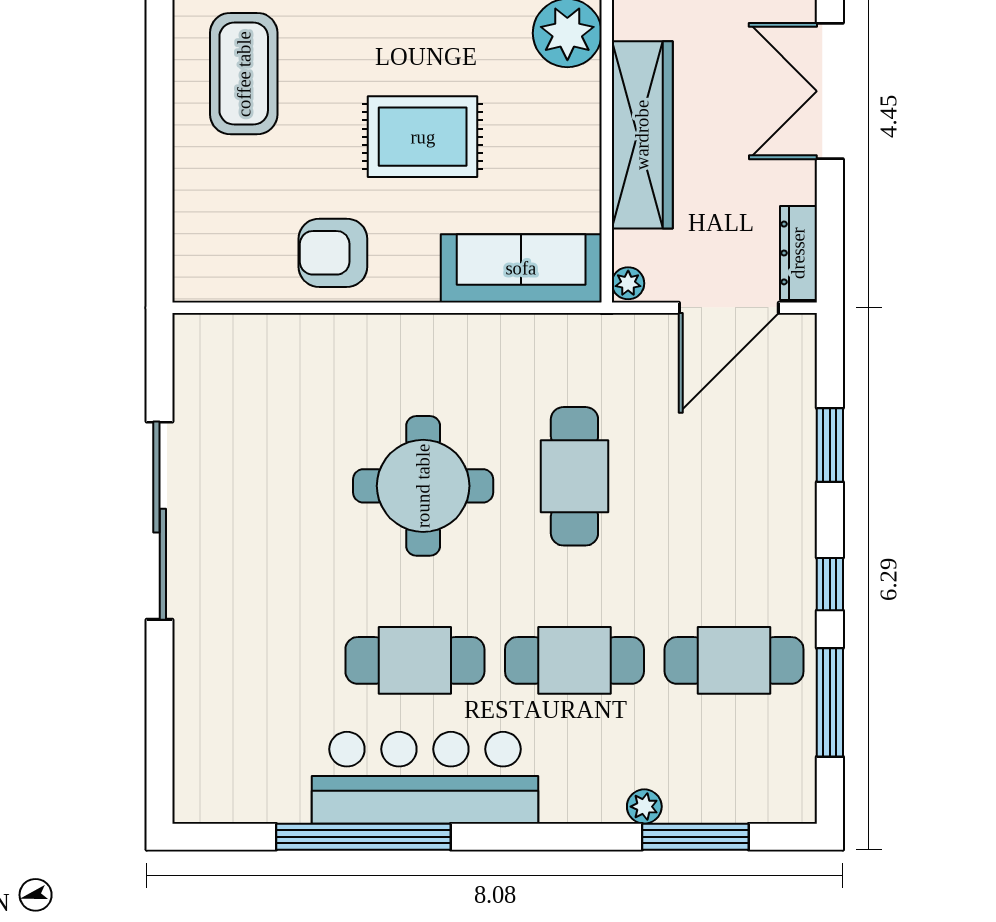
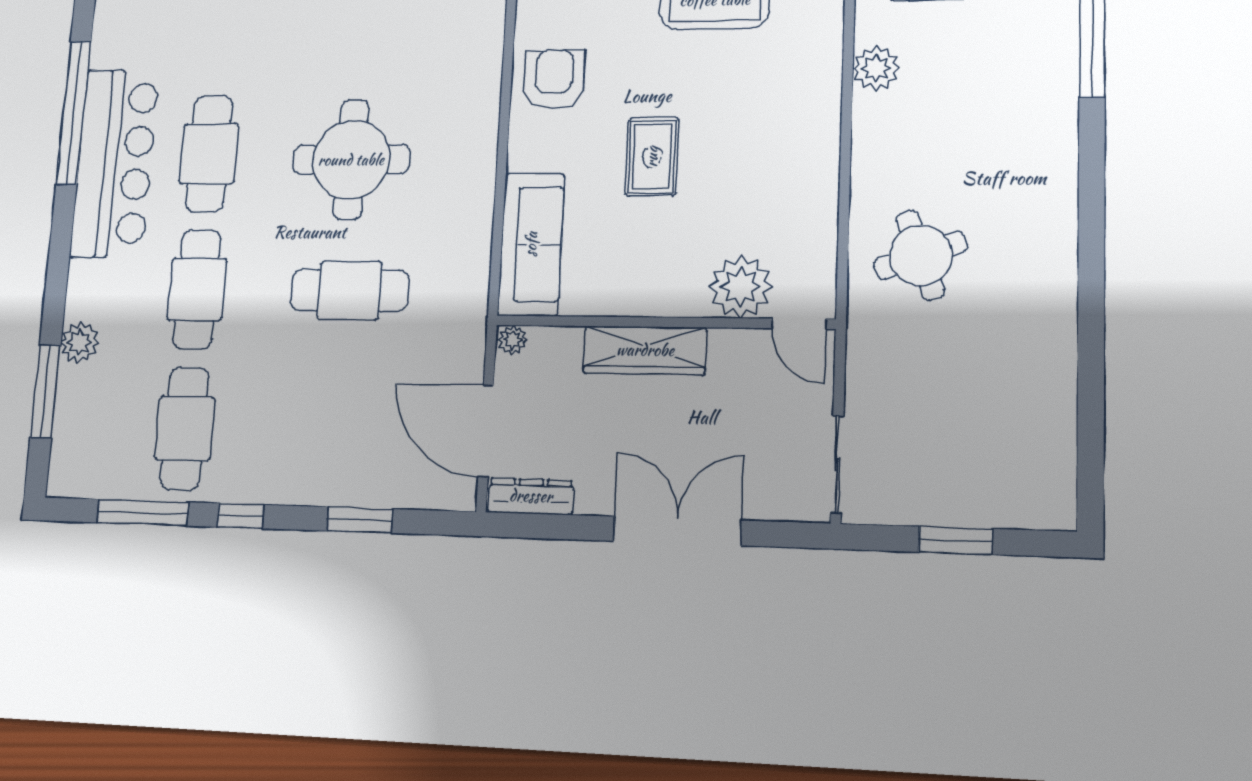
wardrobe: (642, 135) -> (645, 350), width x0.71, depth x0.85
rug: (423, 137) -> (652, 157), width x0.73, depth x0.70
plant: (644, 807) -> (79, 342), width x1.38, depth x1.38

